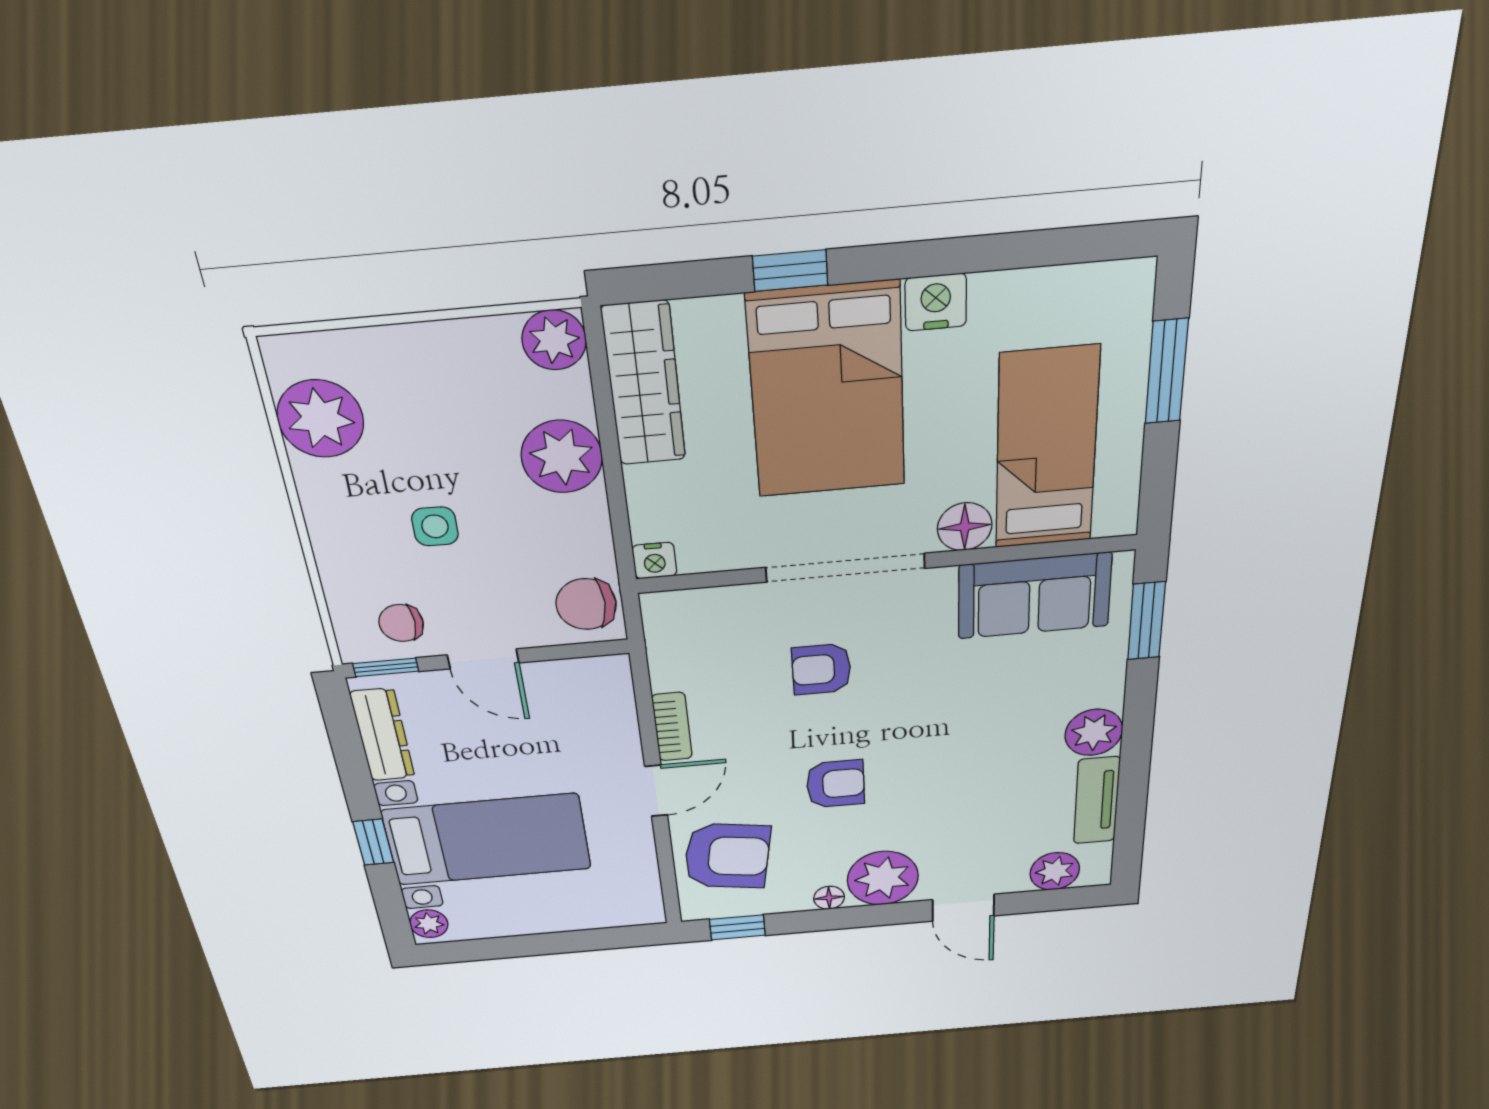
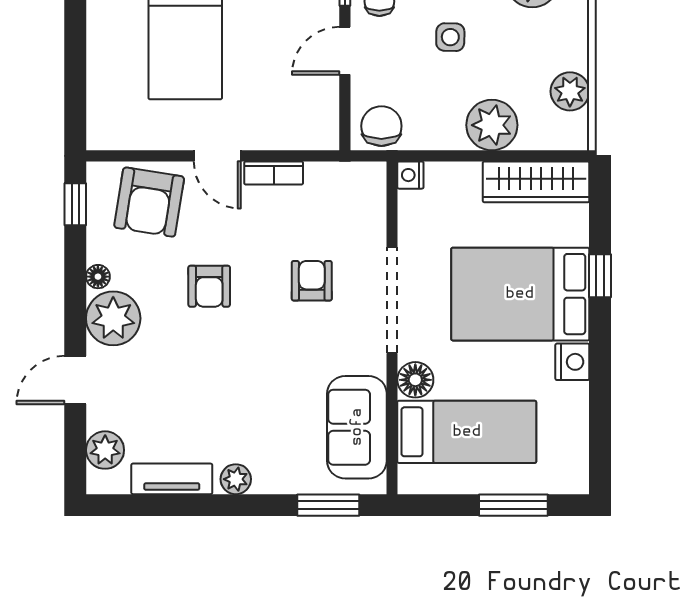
plant: (554, 340) -> (570, 91), moved
plant: (1094, 732) -> (236, 479), width x0.73, depth x0.73

